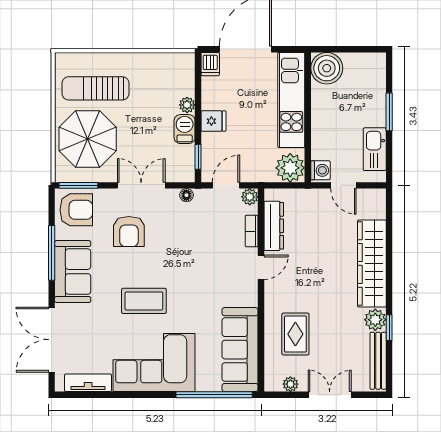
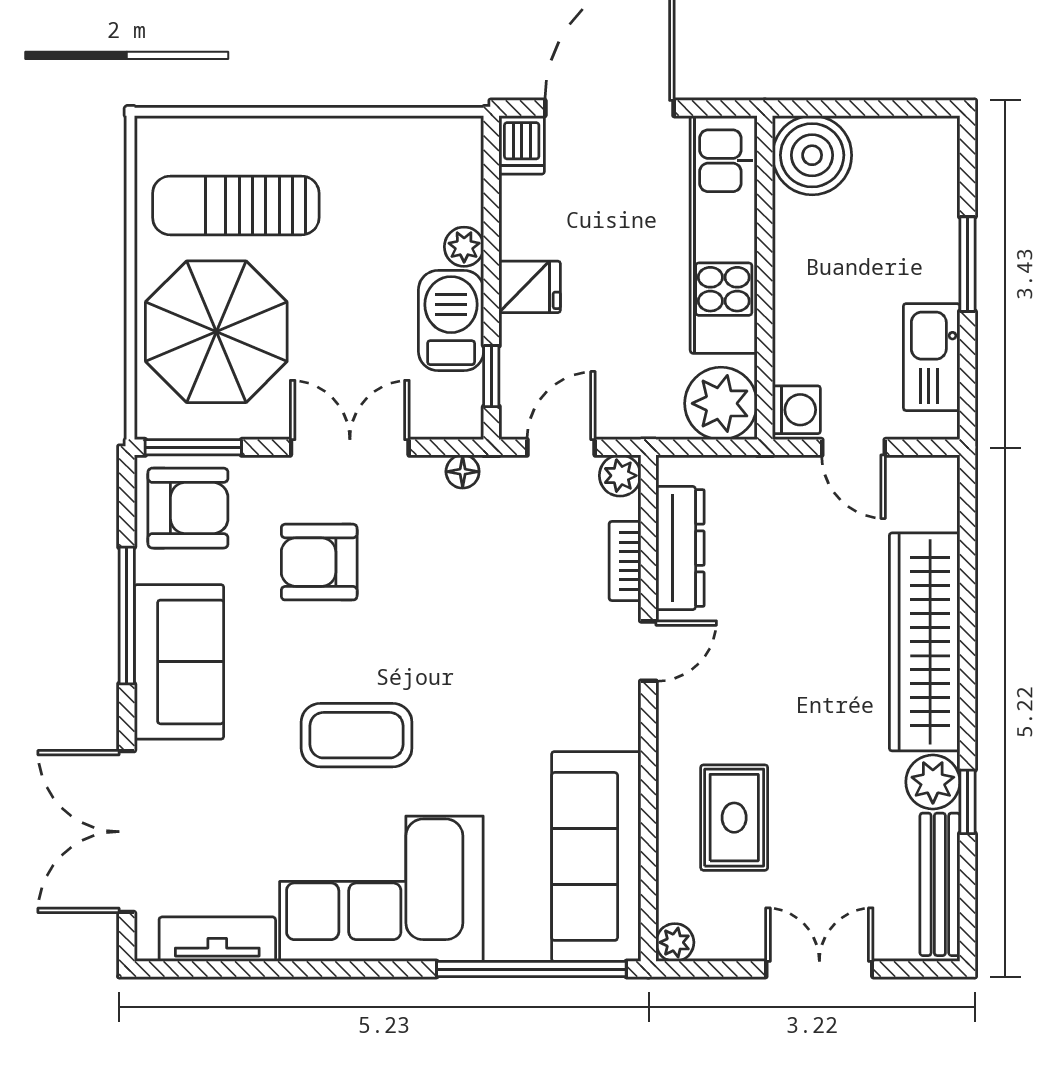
barbecue: (185, 129) -> (451, 321), width x1.38, depth x1.27
armchair: (129, 231) -> (319, 562), turned 90
plant: (290, 384) -> (675, 942), moved

